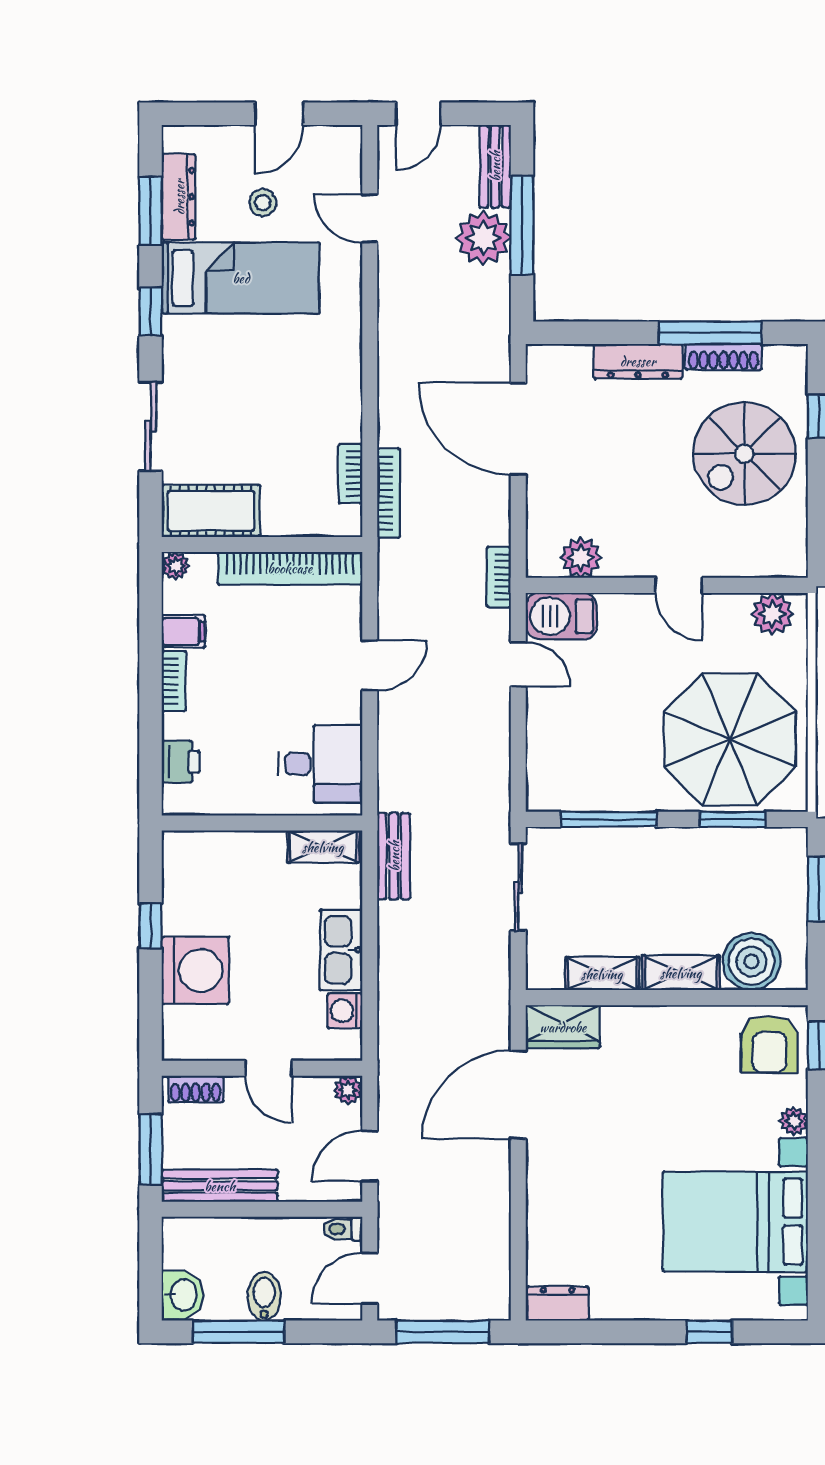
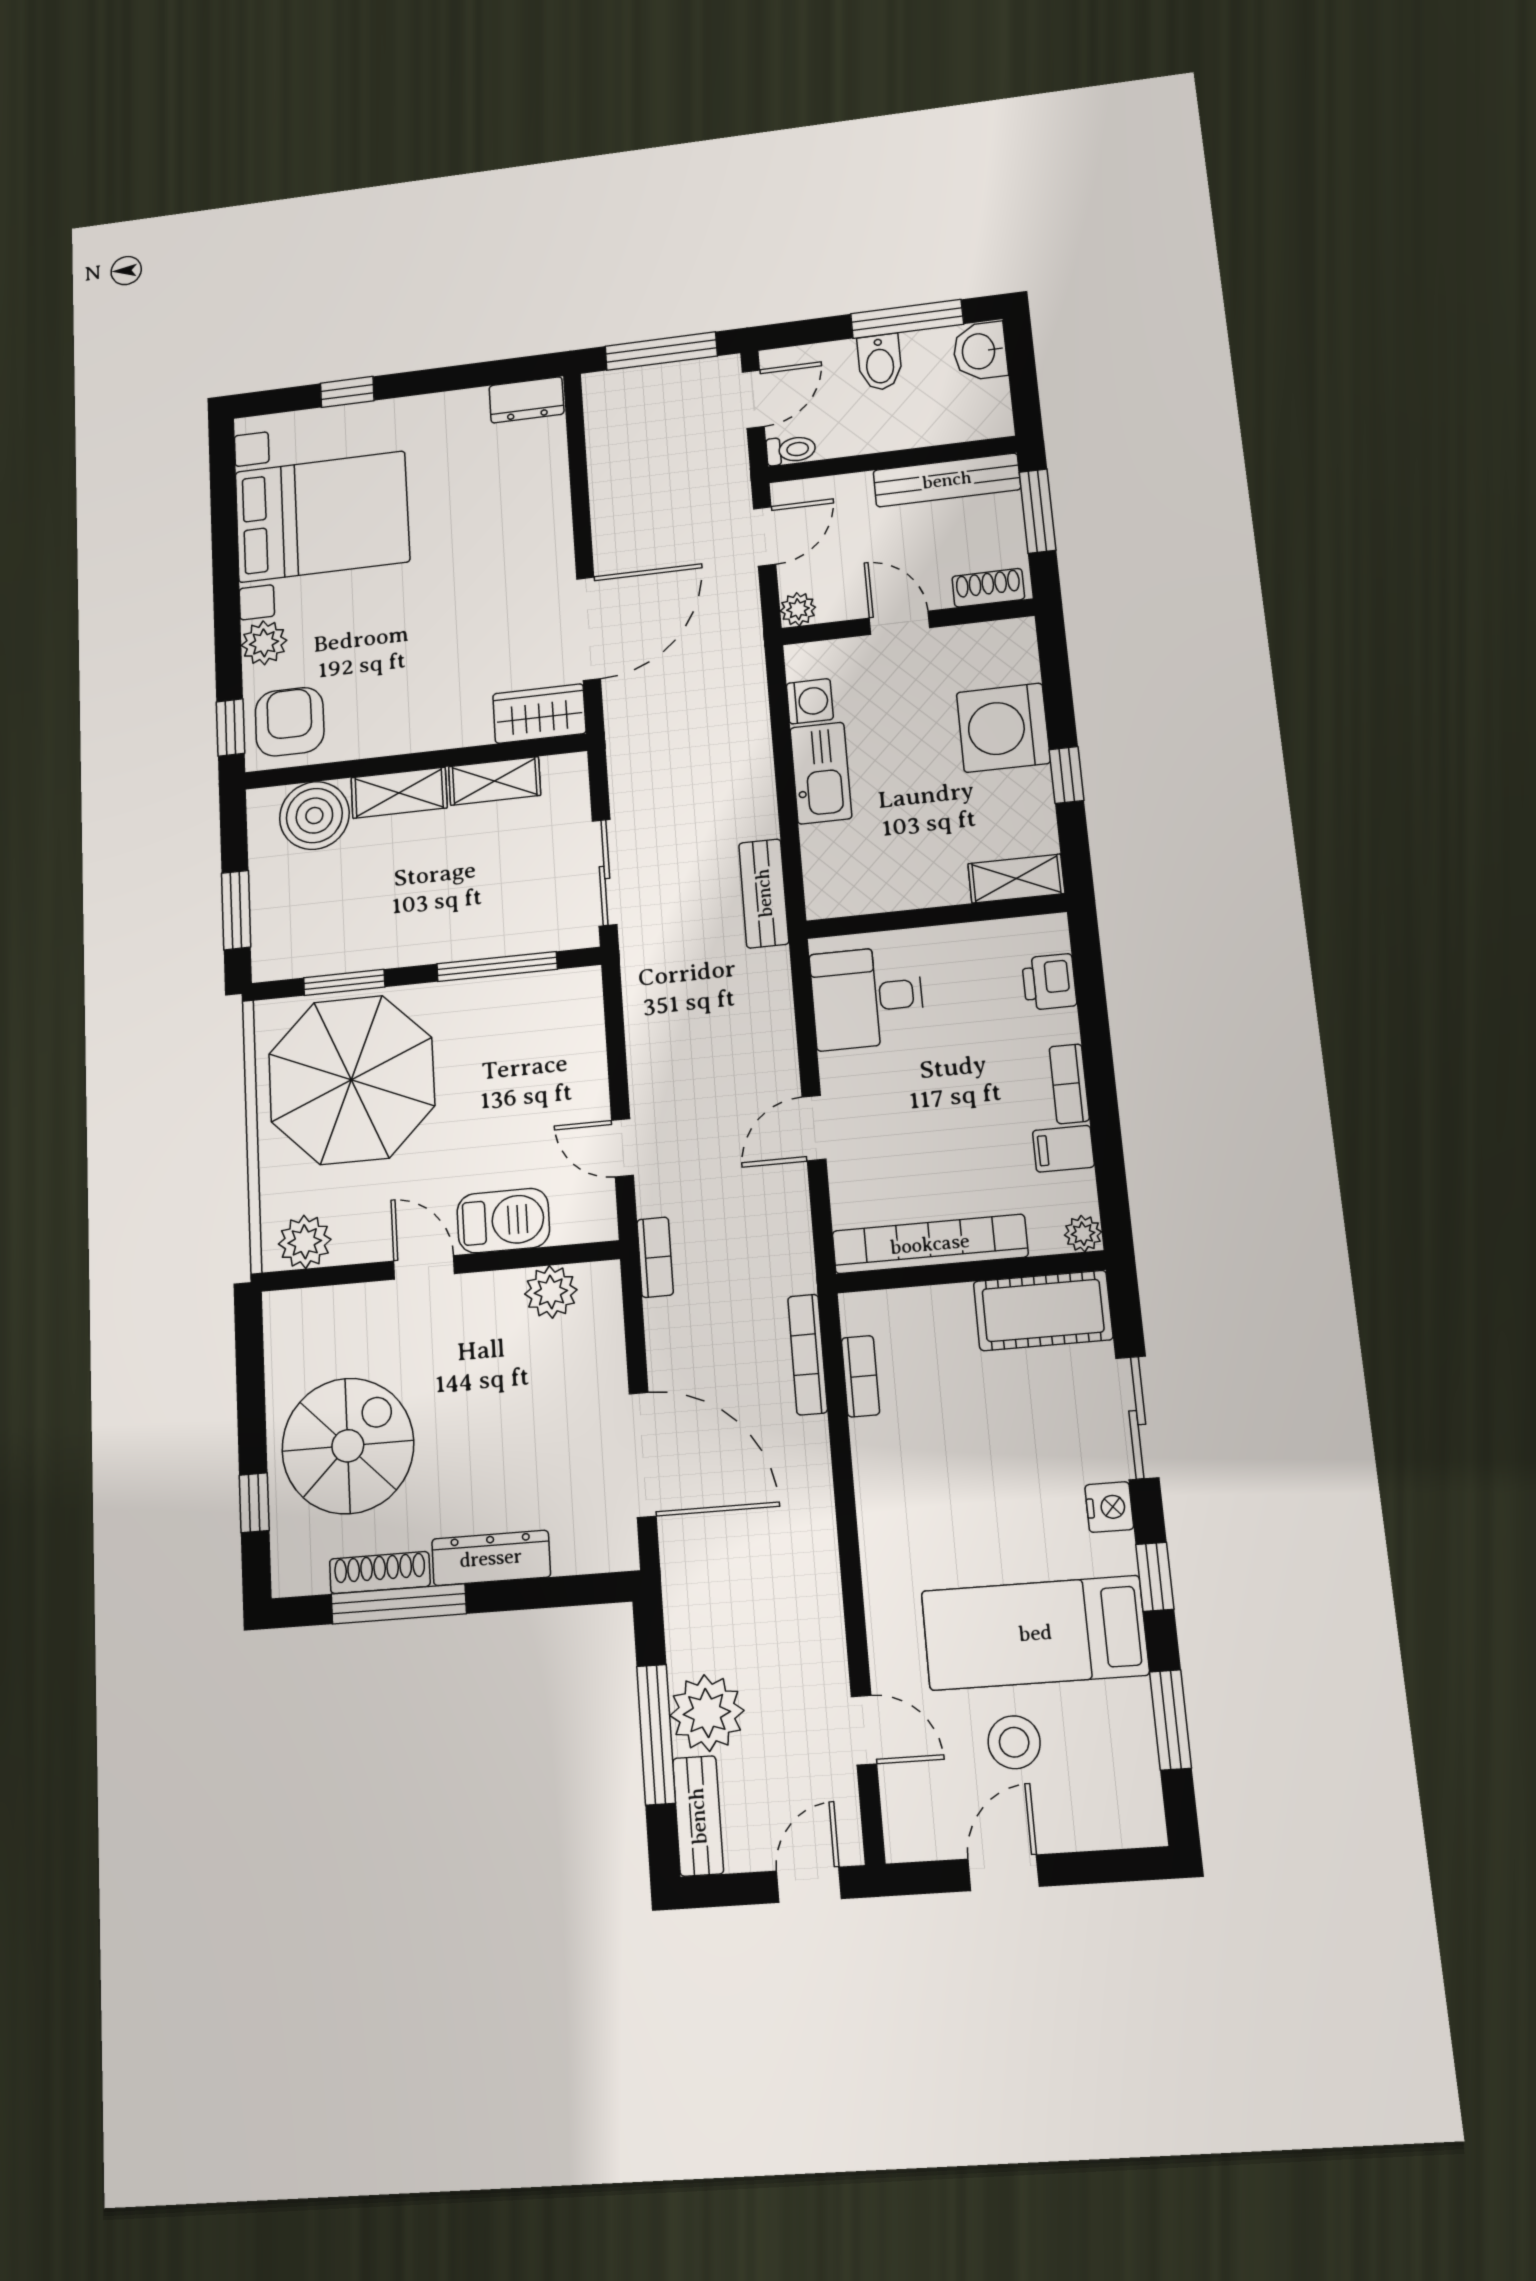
dresser: (179, 197) -> (1133, 1743), removed
stool: (263, 203) -> (1014, 1742), width x1.37, depth x1.37
nightstand: (178, 363) -> (1109, 1507), added
barbecue: (561, 616) -> (503, 1221), moved
shelving: (323, 847) -> (1016, 879), moved
plant: (794, 1121) -> (264, 643), width x1.38, depth x1.38

